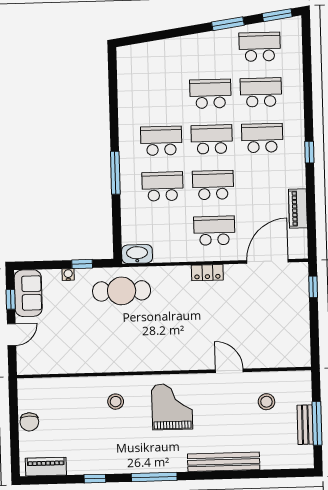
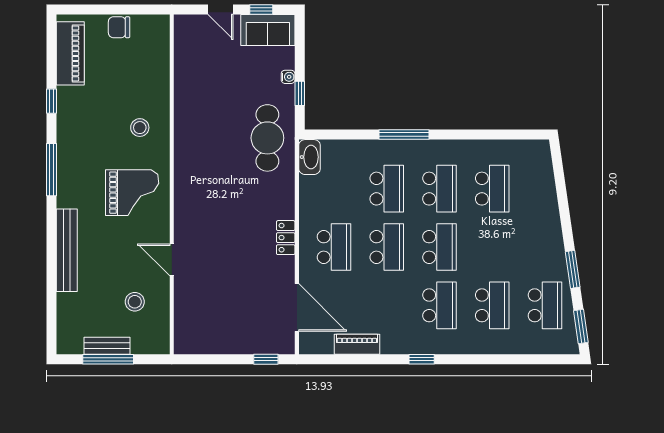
school desk: (210, 94) -> (492, 189), moved
door: (229, 371) -> (172, 260), swing flipped
piano: (46, 467) -> (70, 53), width x1.37, depth x1.33

